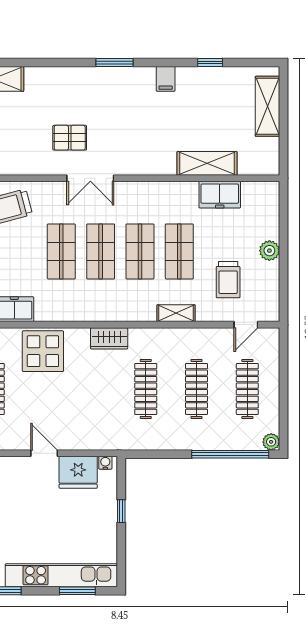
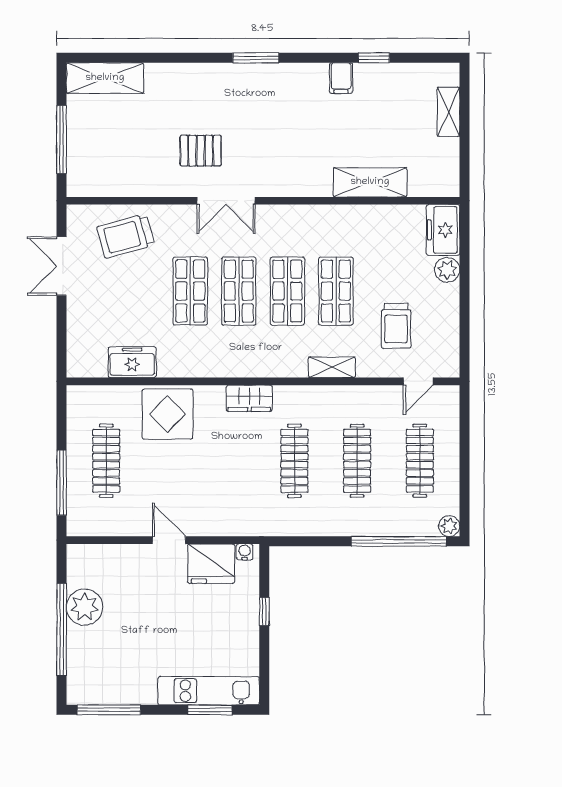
filing cabinet: (166, 79) -> (341, 78), moved
shelving: (267, 106) -> (448, 112), width x0.67, depth x0.75
freezer: (220, 195) -> (443, 230), moved, turned 90
plant: (269, 251) -> (447, 270), moved
kitchen unit: (61, 575) -> (209, 691), width x0.73

